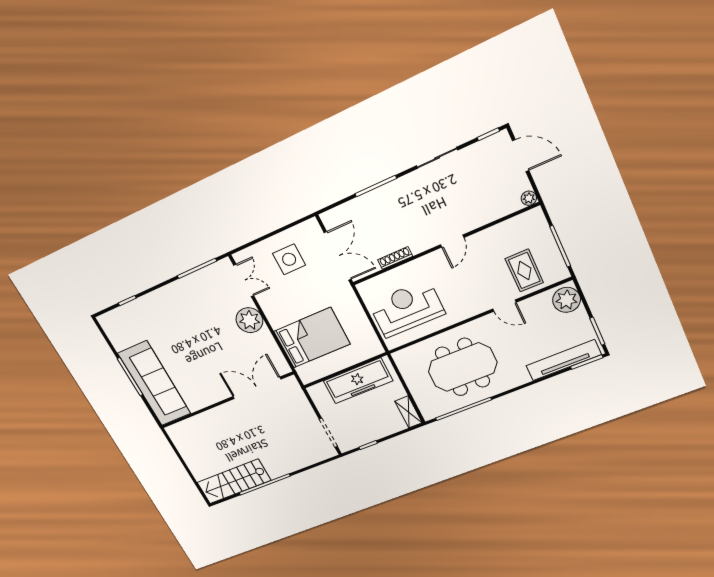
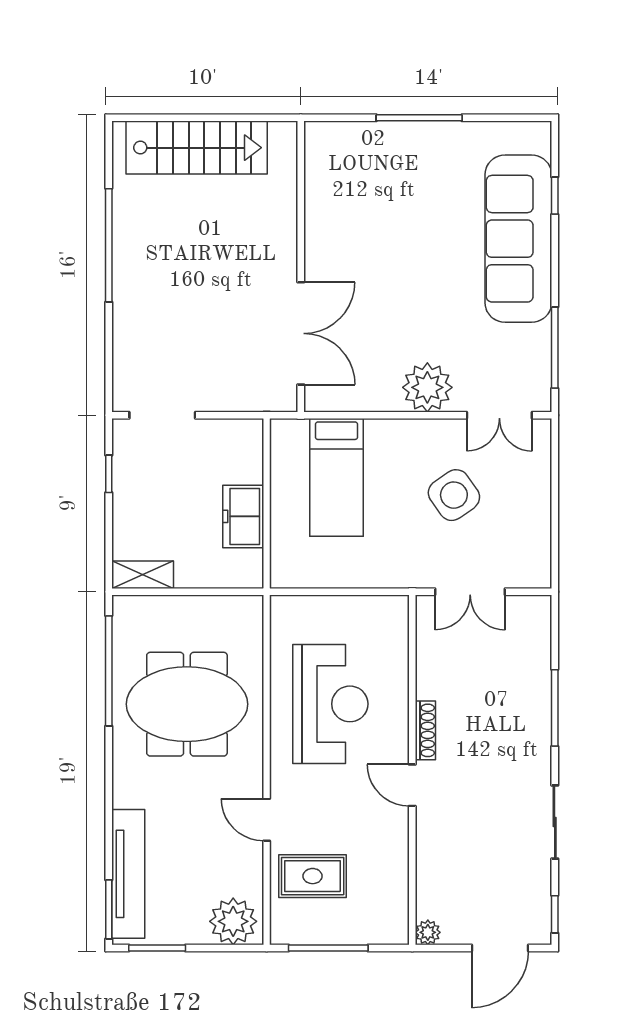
double door: (338, 256) -> (470, 592), width x0.73
shoe rack: (395, 258) -> (425, 730), moved
side table: (289, 259) -> (454, 495), moved, turned -35
door: (504, 306) -> (267, 820), hinge flipped
reception desk: (407, 309) -> (330, 704), moved
bed: (312, 338) -> (336, 477), width x0.67
meeting table: (463, 367) -> (187, 704), turned 90
freezer: (358, 381) -> (243, 516), width x0.52, depth x0.79
sofa: (154, 384) -> (518, 239), moved, turned 90
stairs: (234, 481) -> (197, 148), moved, turned 90

